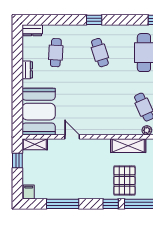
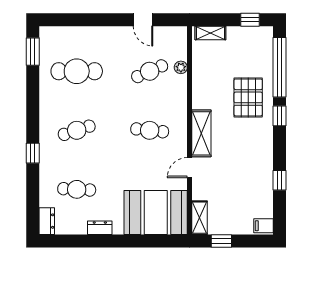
window: (94, 20) -> (33, 153), moved
cafe table: (100, 107) -> (150, 130), added
shelving: (128, 146) -> (201, 133), moved
pallet: (124, 181) -> (248, 97), turned 90
window: (63, 204) -> (280, 180), width x0.46

